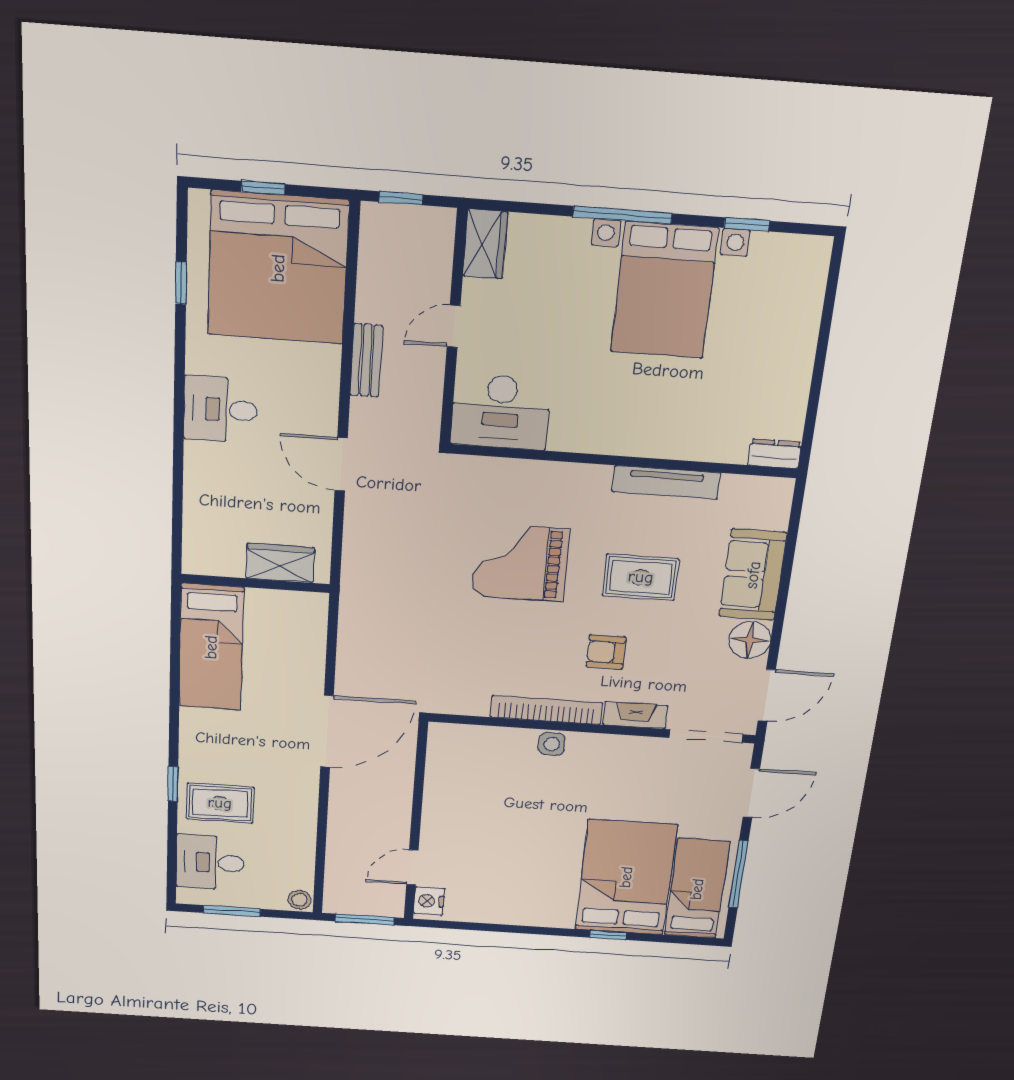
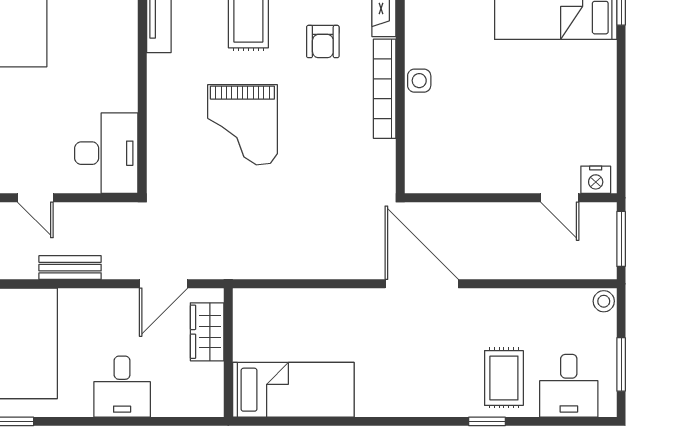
wardrobe: (280, 563) -> (207, 332), moved
wall: (256, 583) -> (228, 353), moved
bed: (211, 647) -> (293, 390), moved

